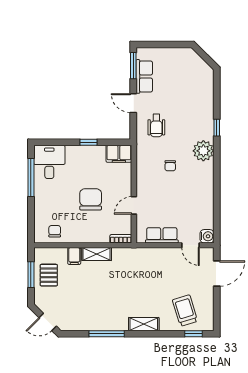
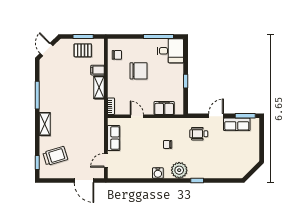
filing cabinet: (119, 154) -> (164, 108), moved, turned 90
chair: (91, 199) -> (139, 71), moved
water cooler: (207, 236) -> (158, 173), moved

